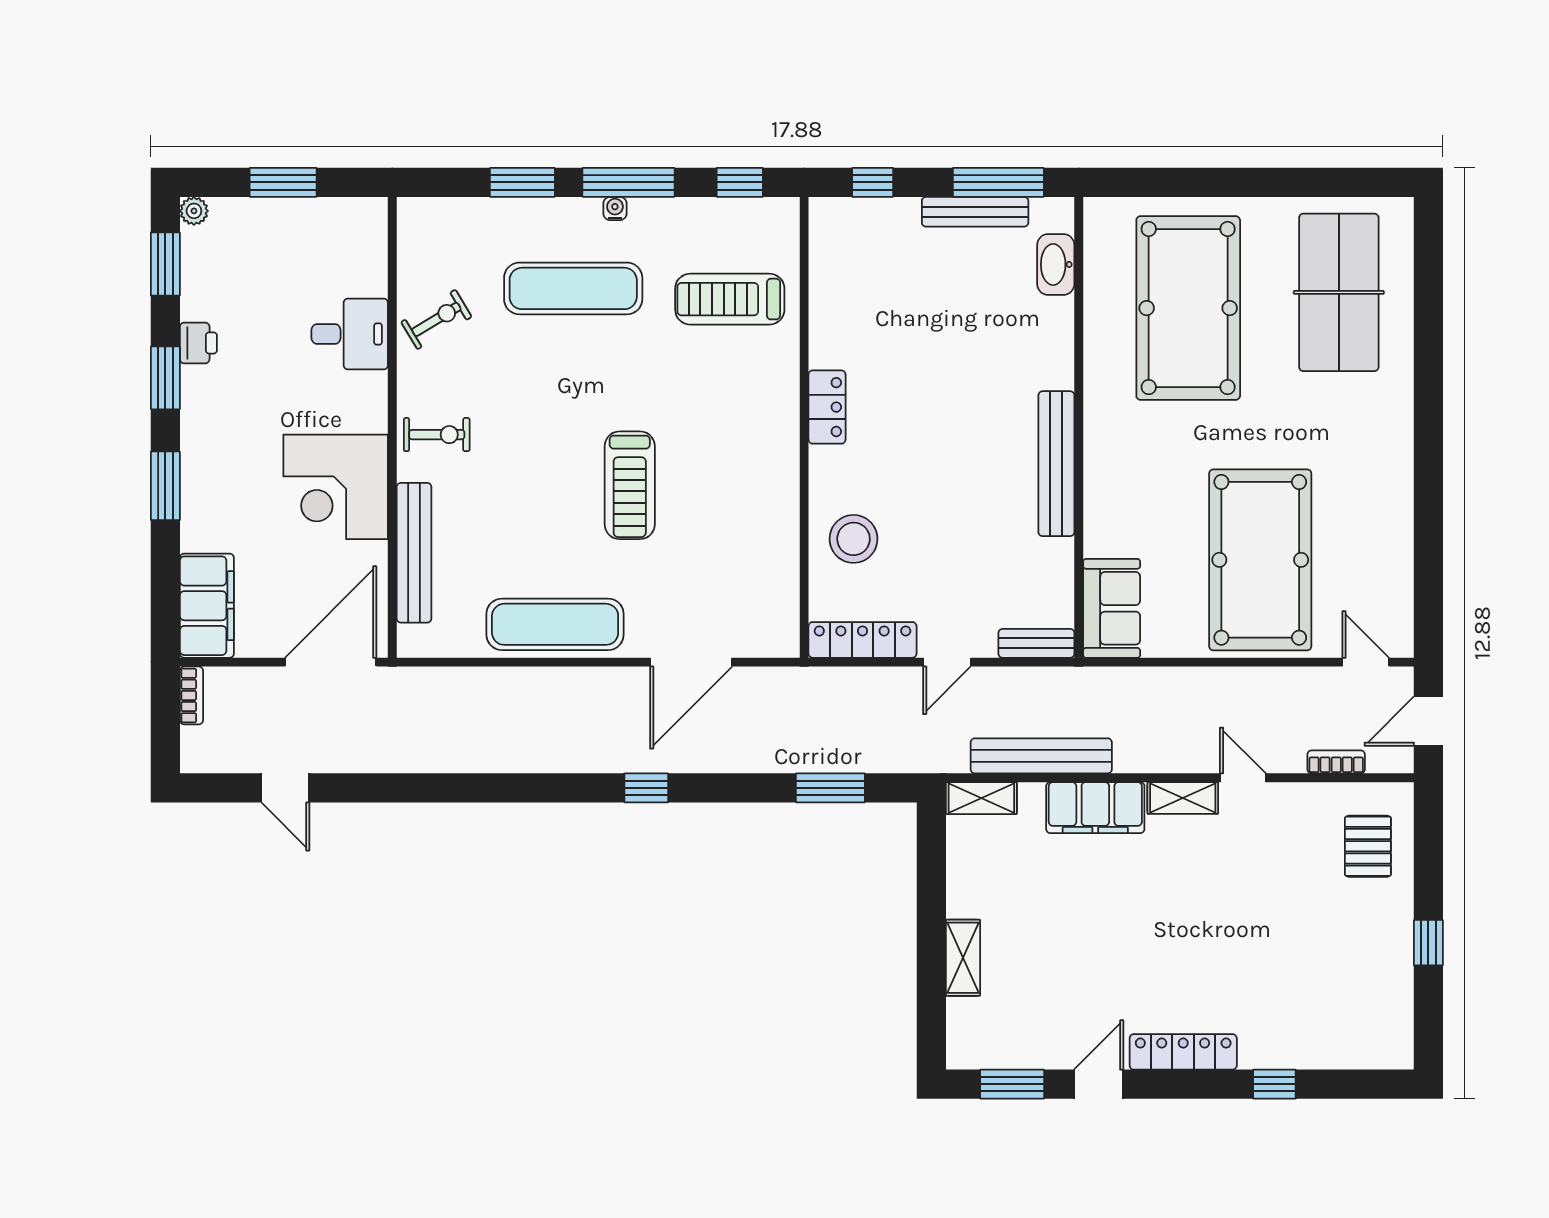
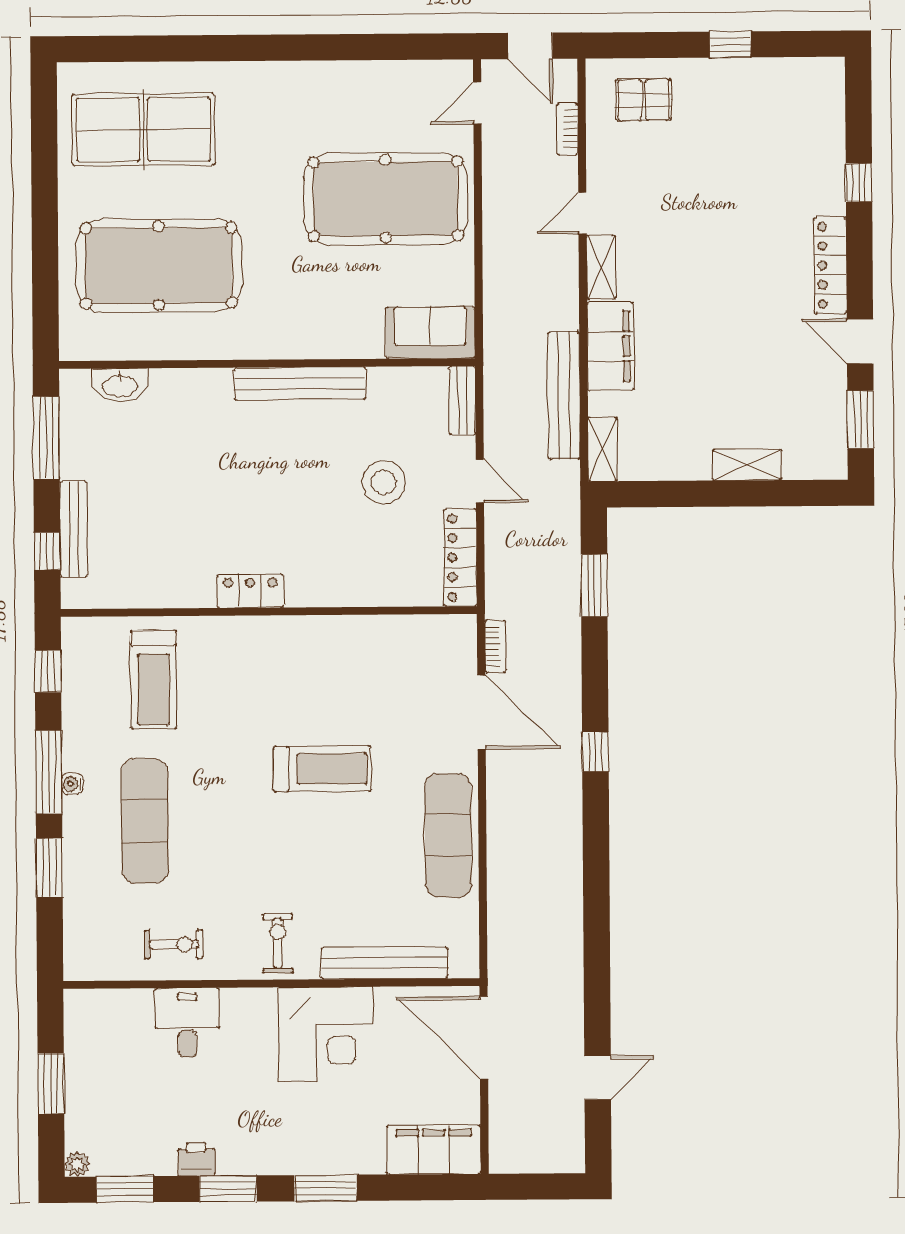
bench: (975, 212) -> (73, 529), moved
exercise bike: (436, 319) -> (174, 944), turned 121
stool: (854, 539) -> (384, 482), moved
bookcase: (191, 695) -> (495, 646), moved, turned 90

